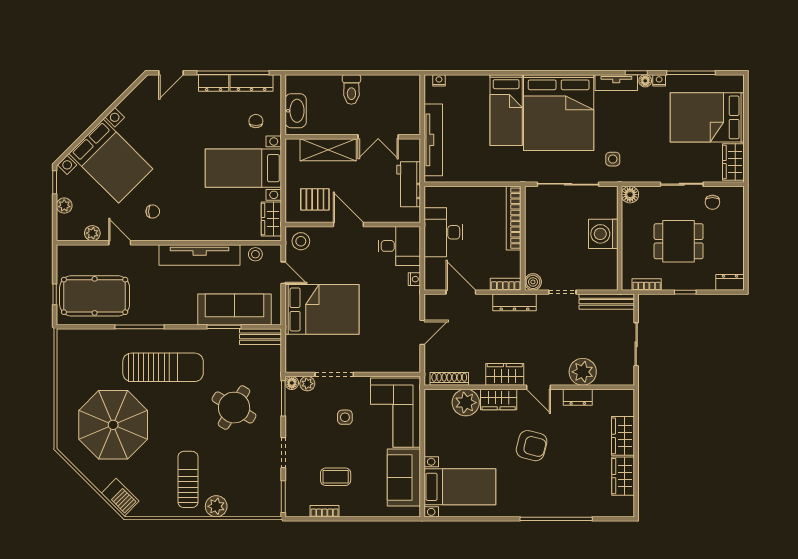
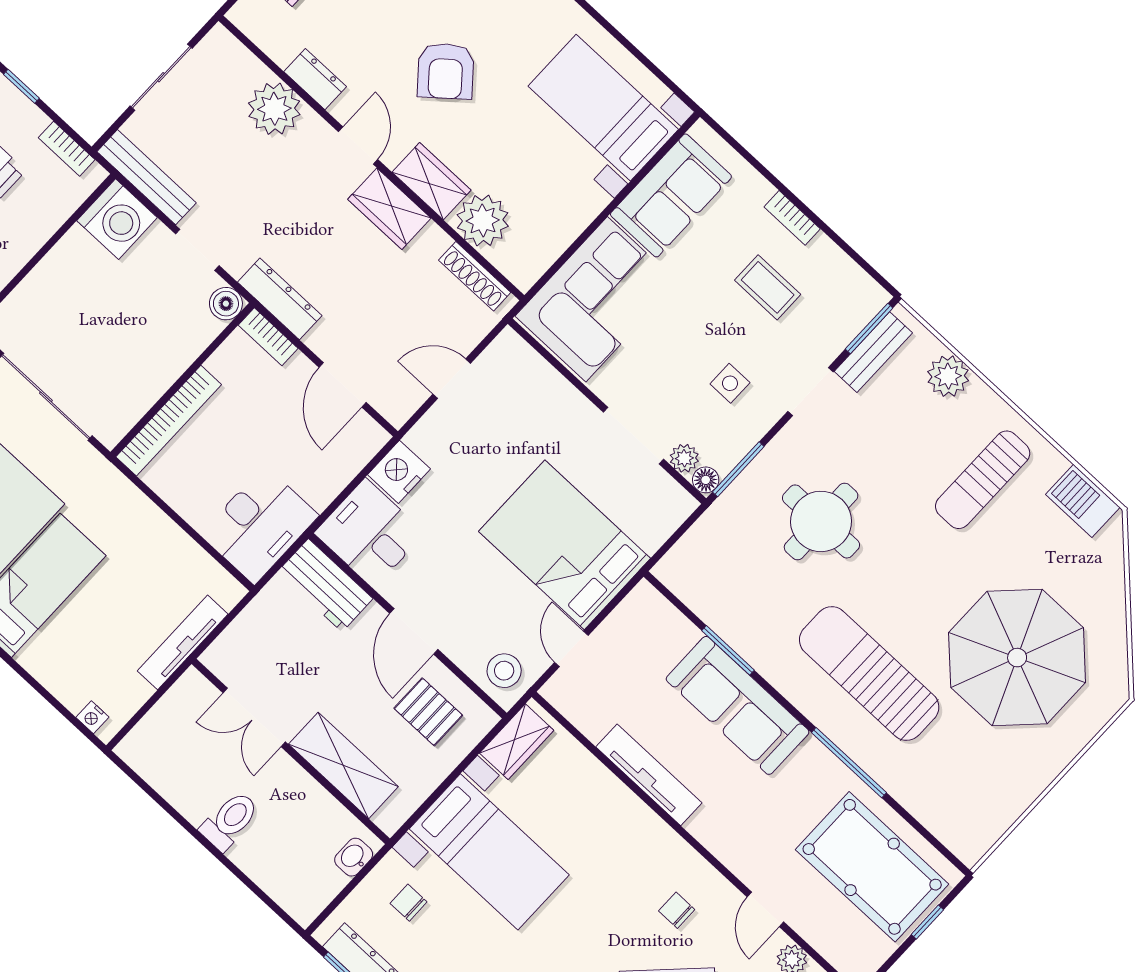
washbasin: (296, 111) -> (354, 857), width x0.52, depth x0.69
chair: (256, 121) -> (409, 903), turned 90
double door: (378, 137) -> (254, 717), swing flipped
tv unit: (433, 140) -> (183, 642), width x0.73, depth x0.78
workbench: (409, 184) -> (325, 585), moved, turned 90
desk: (443, 232) -> (259, 525), moved
washing machine: (603, 234) -> (117, 219), moved
stool: (255, 254) -> (586, 712), removed
tv unit: (200, 255) -> (649, 775), width x0.73, depth x0.78
nightstand: (414, 279) -> (399, 472), width x1.89, depth x1.79
sofa: (235, 310) -> (738, 705), moved
bench: (260, 337) -> (873, 352), moved, turned 90
round table: (234, 408) -> (821, 521), turned -31
side table: (345, 417) -> (730, 383), moved
armchair: (532, 446) -> (446, 71), turned -144
barbecue: (120, 497) -> (1083, 501), moved, turned -45
plant: (216, 506) -> (948, 376), moved
bookcase: (325, 511) -> (792, 218), moved

